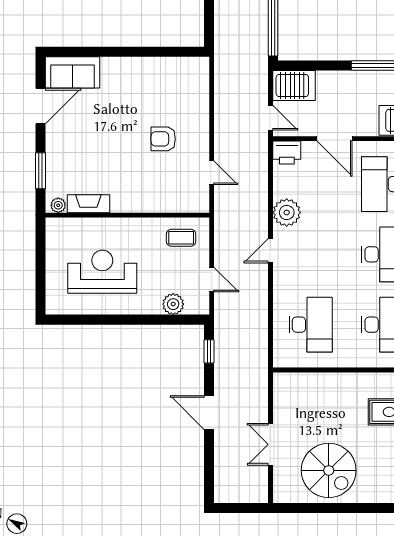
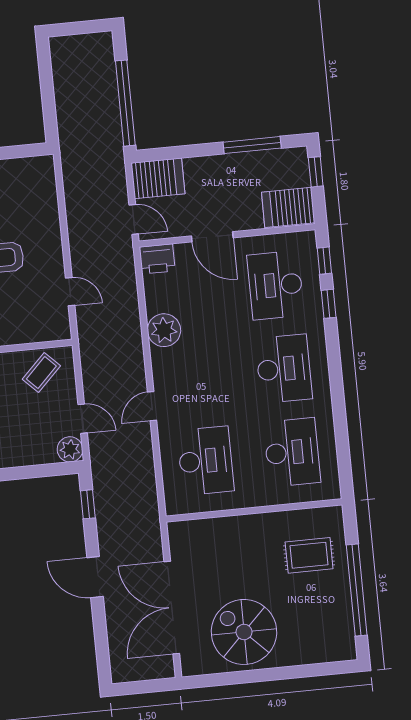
coffee table: (181, 238) -> (41, 373), turned -45
door: (270, 251) -> (152, 406), moved
plant: (173, 304) -> (70, 449), moved
double door: (270, 444) -> (172, 608), width x1.87
spiral stairs: (329, 470) -> (244, 632), turned 180

